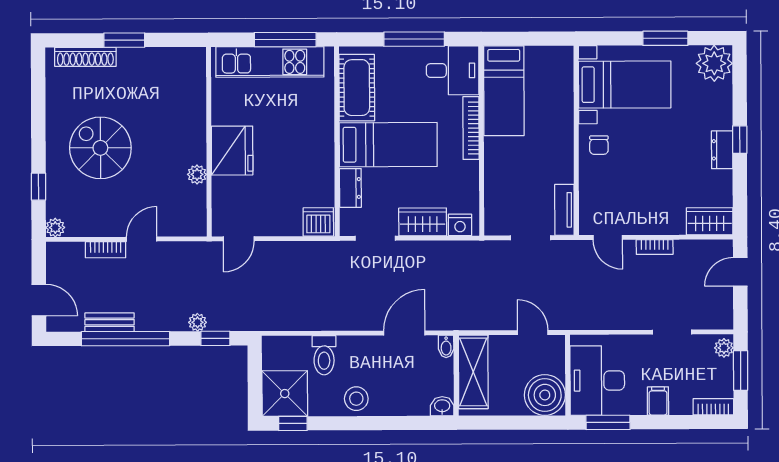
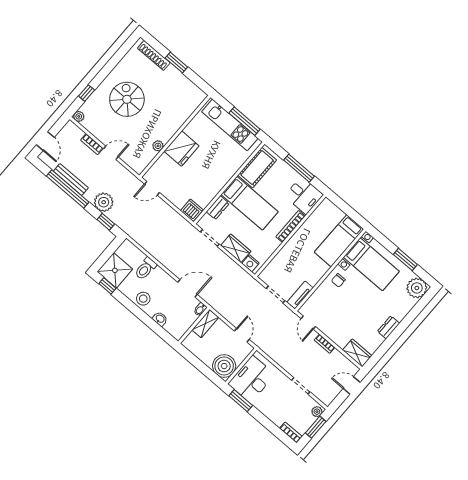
bed: (504, 91) -> (339, 241), moved
window: (740, 140) -> (400, 330), removed
bench: (110, 322) -> (71, 179), width x1.36
plant: (197, 322) -> (104, 202), width x1.88, depth x1.88
shelving: (473, 372) -> (205, 324), width x0.67, depth x0.75
filing cabinet: (658, 401) -> (270, 410), removed
washbasin: (442, 406) -> (160, 319), moved

